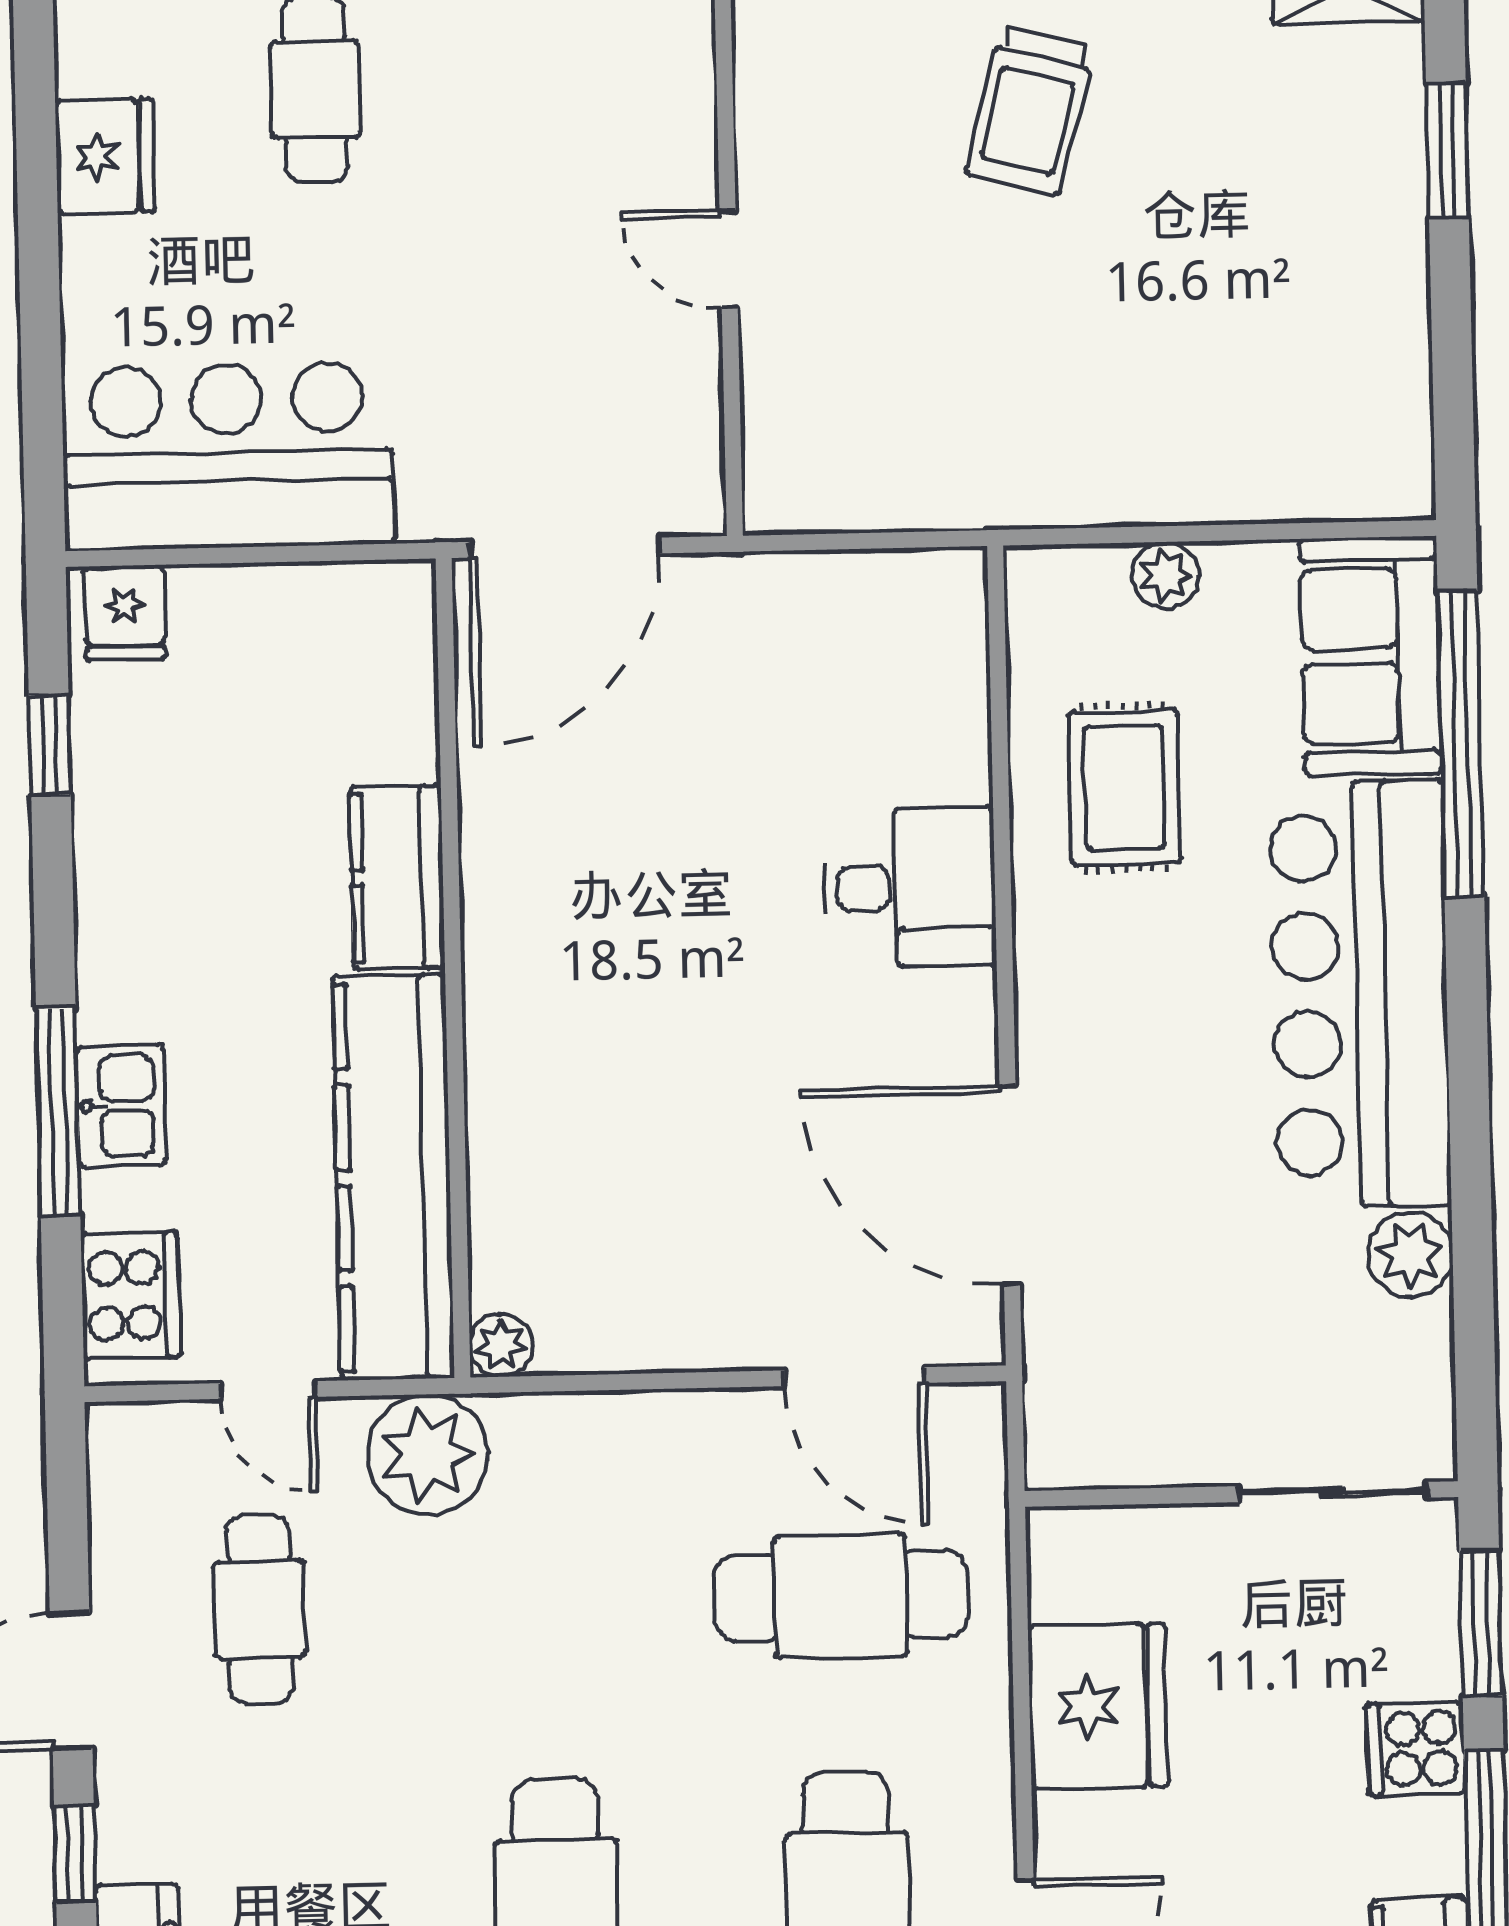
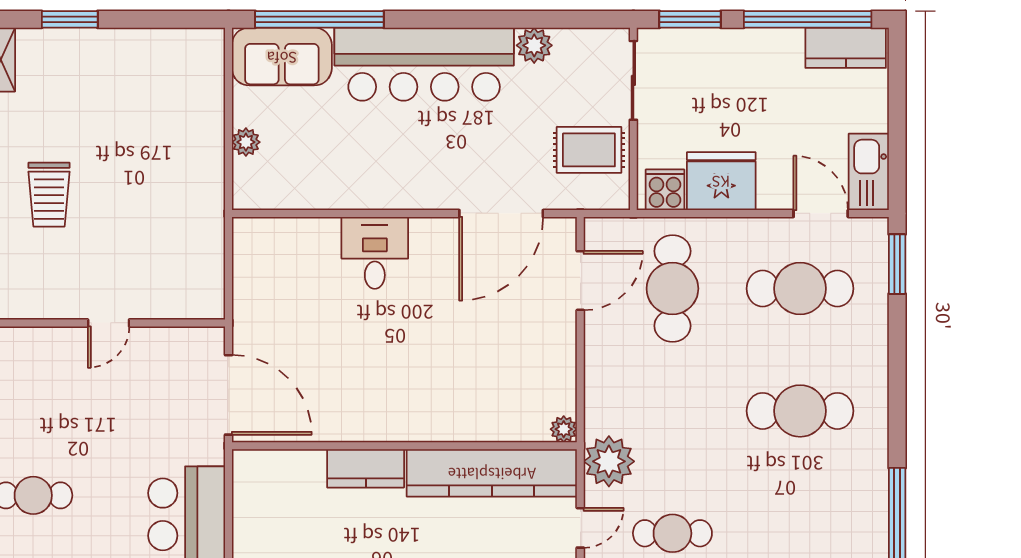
trolley: (1030, 111) -> (49, 195), turned 75
rug: (1124, 787) -> (589, 150), moved
cooker: (1416, 1749) -> (665, 190), moved, turned 180

